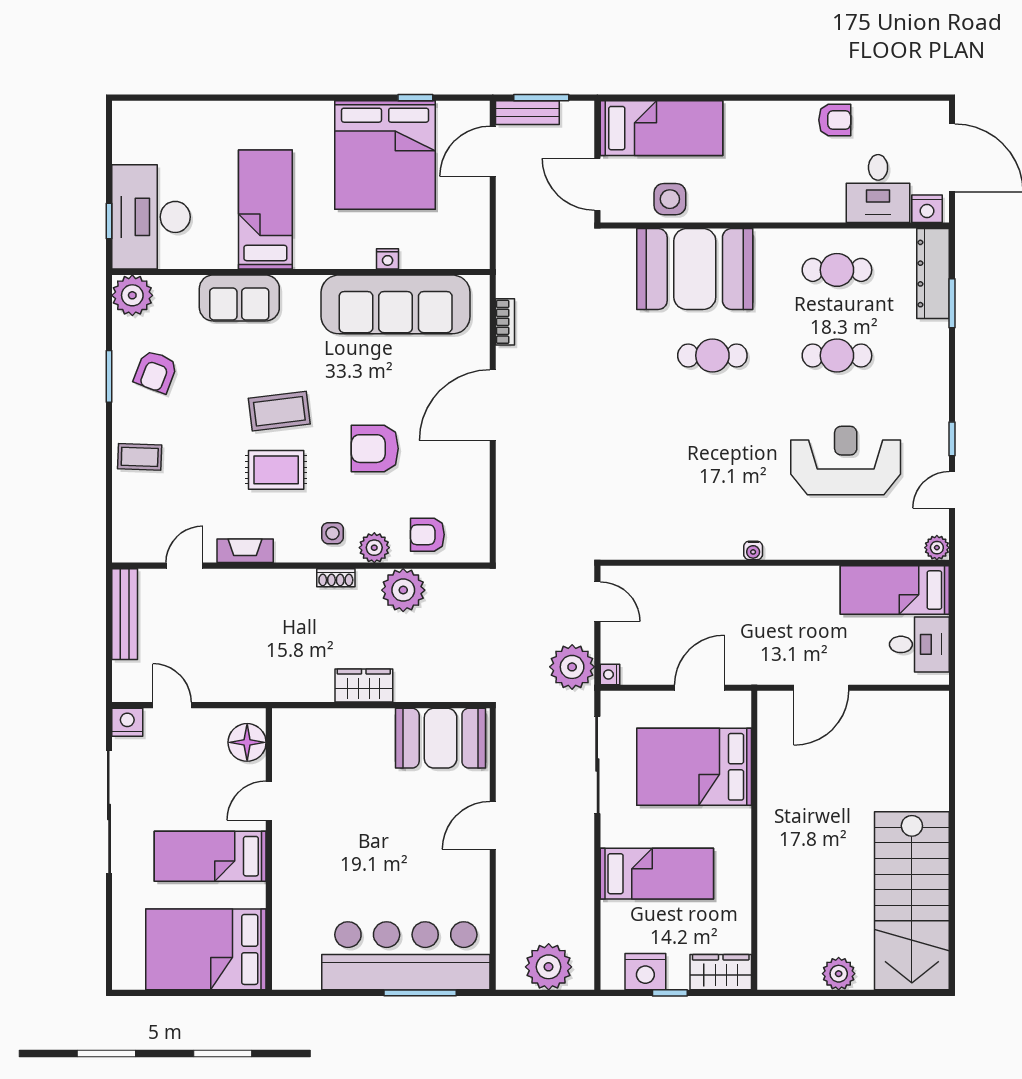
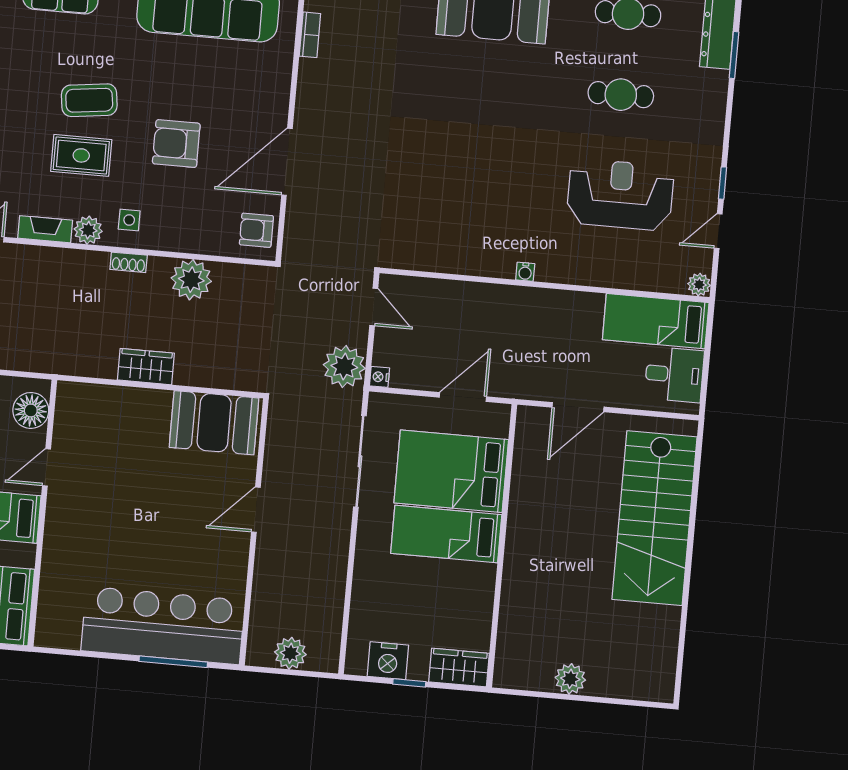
cafe table: (712, 356) -> (503, 84), removed
door: (493, 405) -> (287, 162), moved
armchair: (427, 535) -> (256, 230), moved
plant: (374, 548) -> (88, 230), moved
bed: (657, 874) -> (446, 534), moved, turned 180
stairs: (912, 901) -> (654, 518), moved
plant: (549, 967) -> (290, 653), width x0.73, depth x0.73

